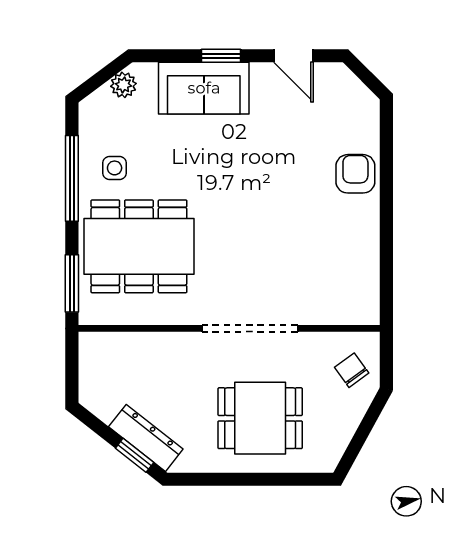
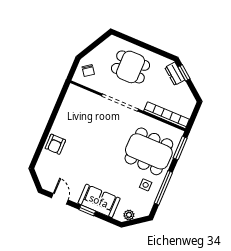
bookcase: (134, 344) -> (167, 115), added
dresser: (146, 438) -> (175, 74), width x0.70

